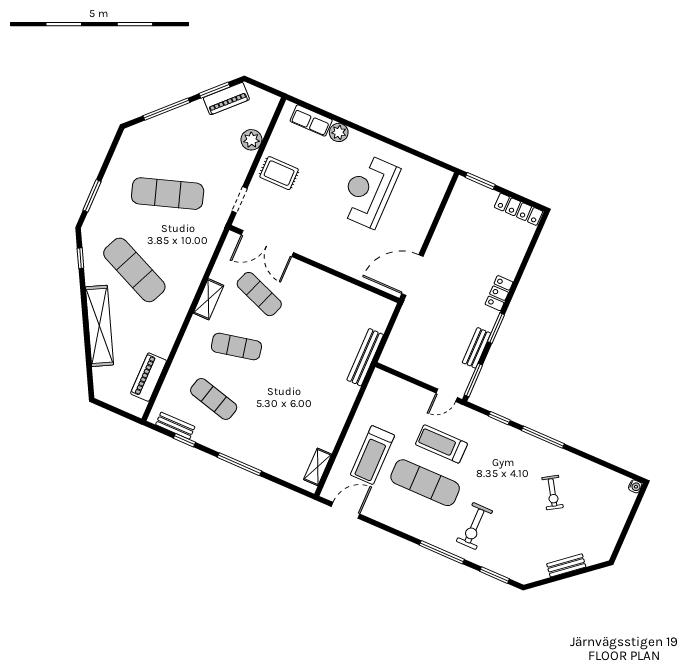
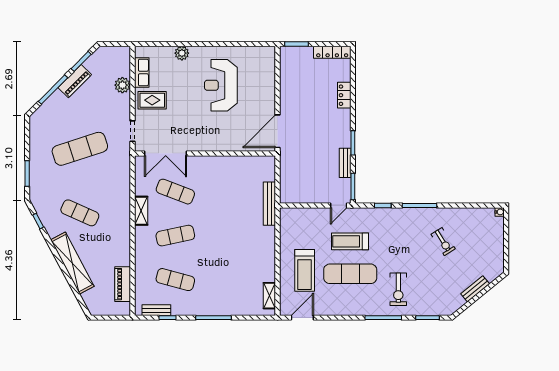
piano: (226, 99) -> (75, 81), moved
row of seats: (311, 120) -> (142, 72), moved, turned -90
exercise mat: (134, 270) -> (80, 213), width x0.73, depth x0.69
locker: (499, 293) -> (344, 95), moved

